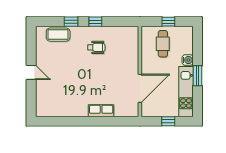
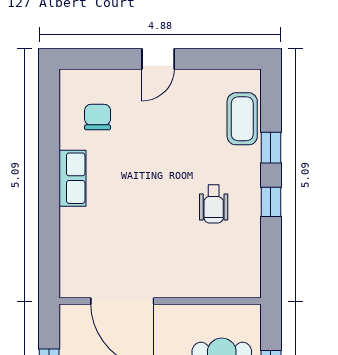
chair: (57, 100) -> (98, 117), added
row of seats: (101, 111) -> (72, 178), moved

